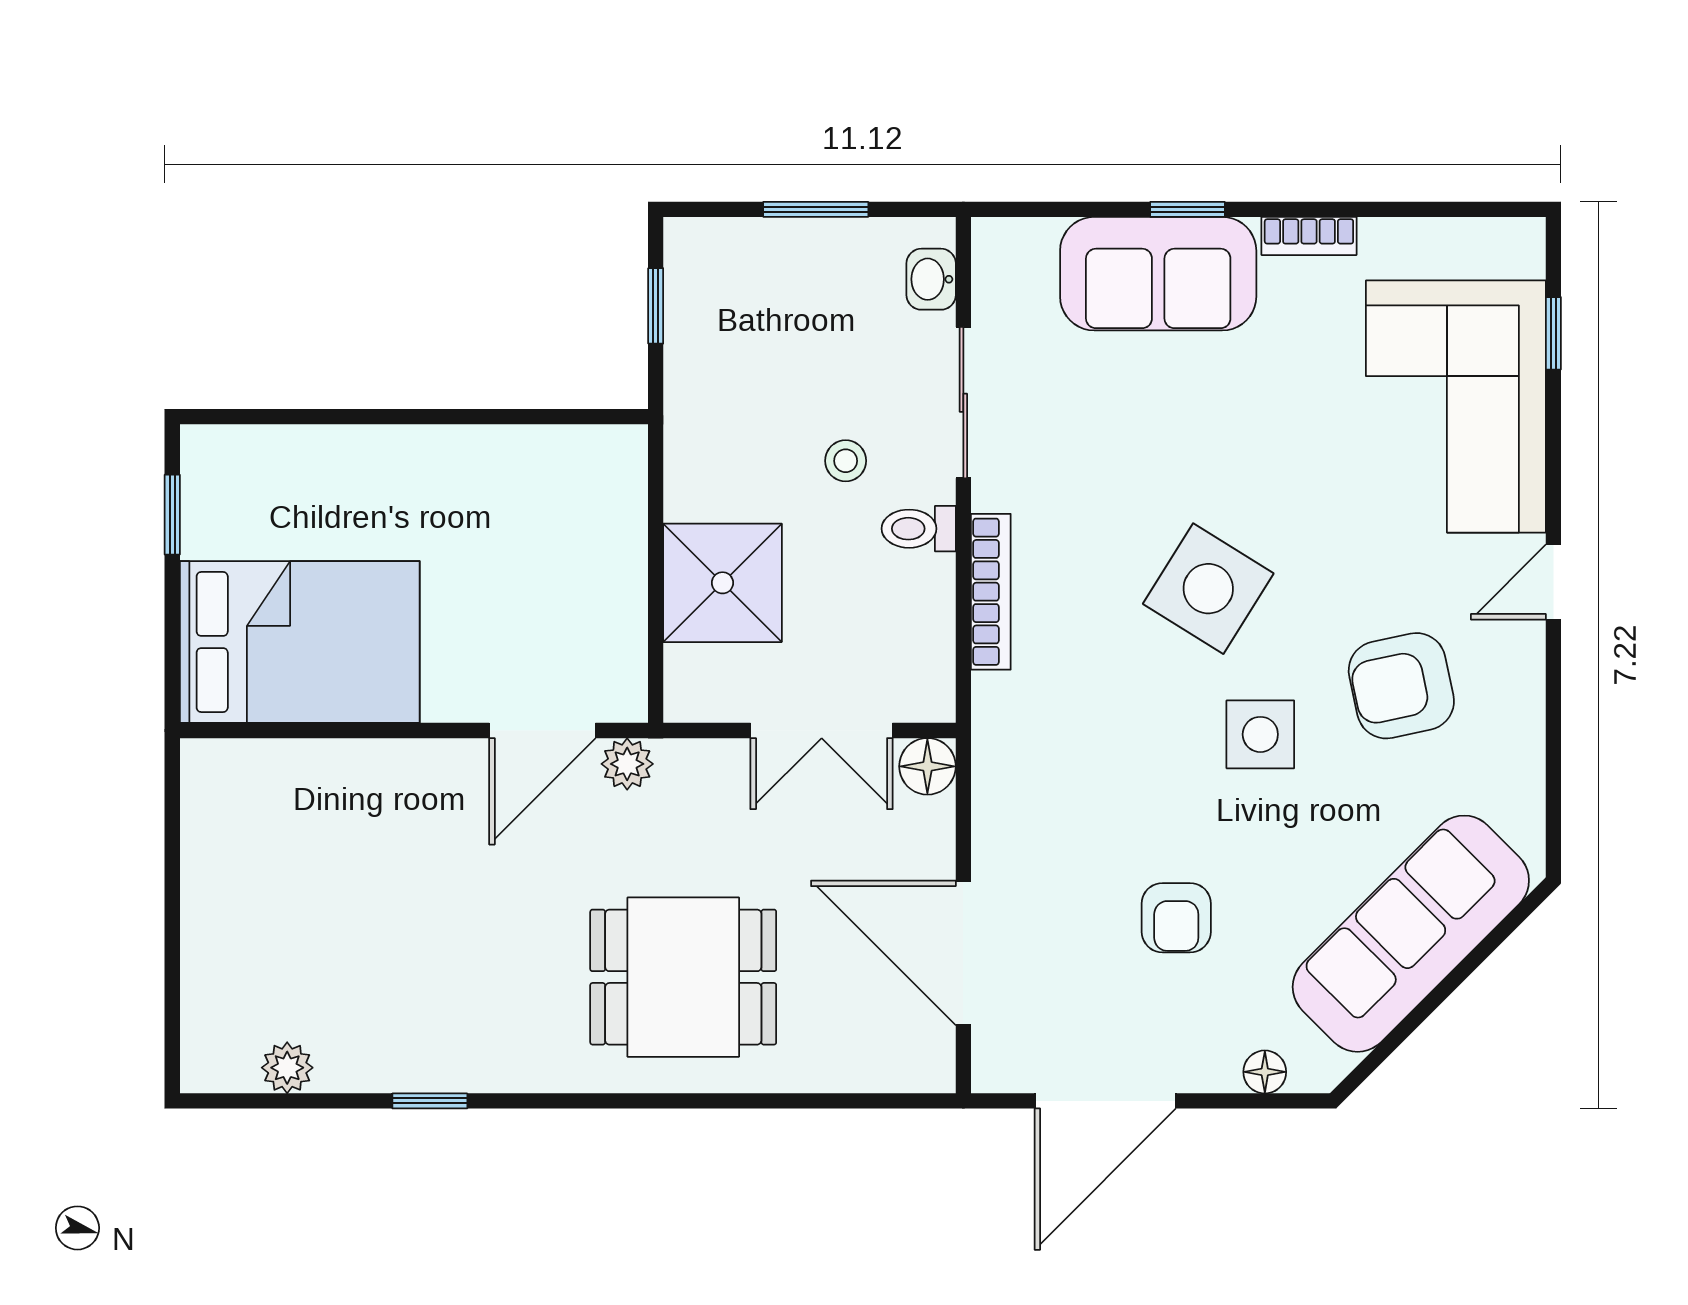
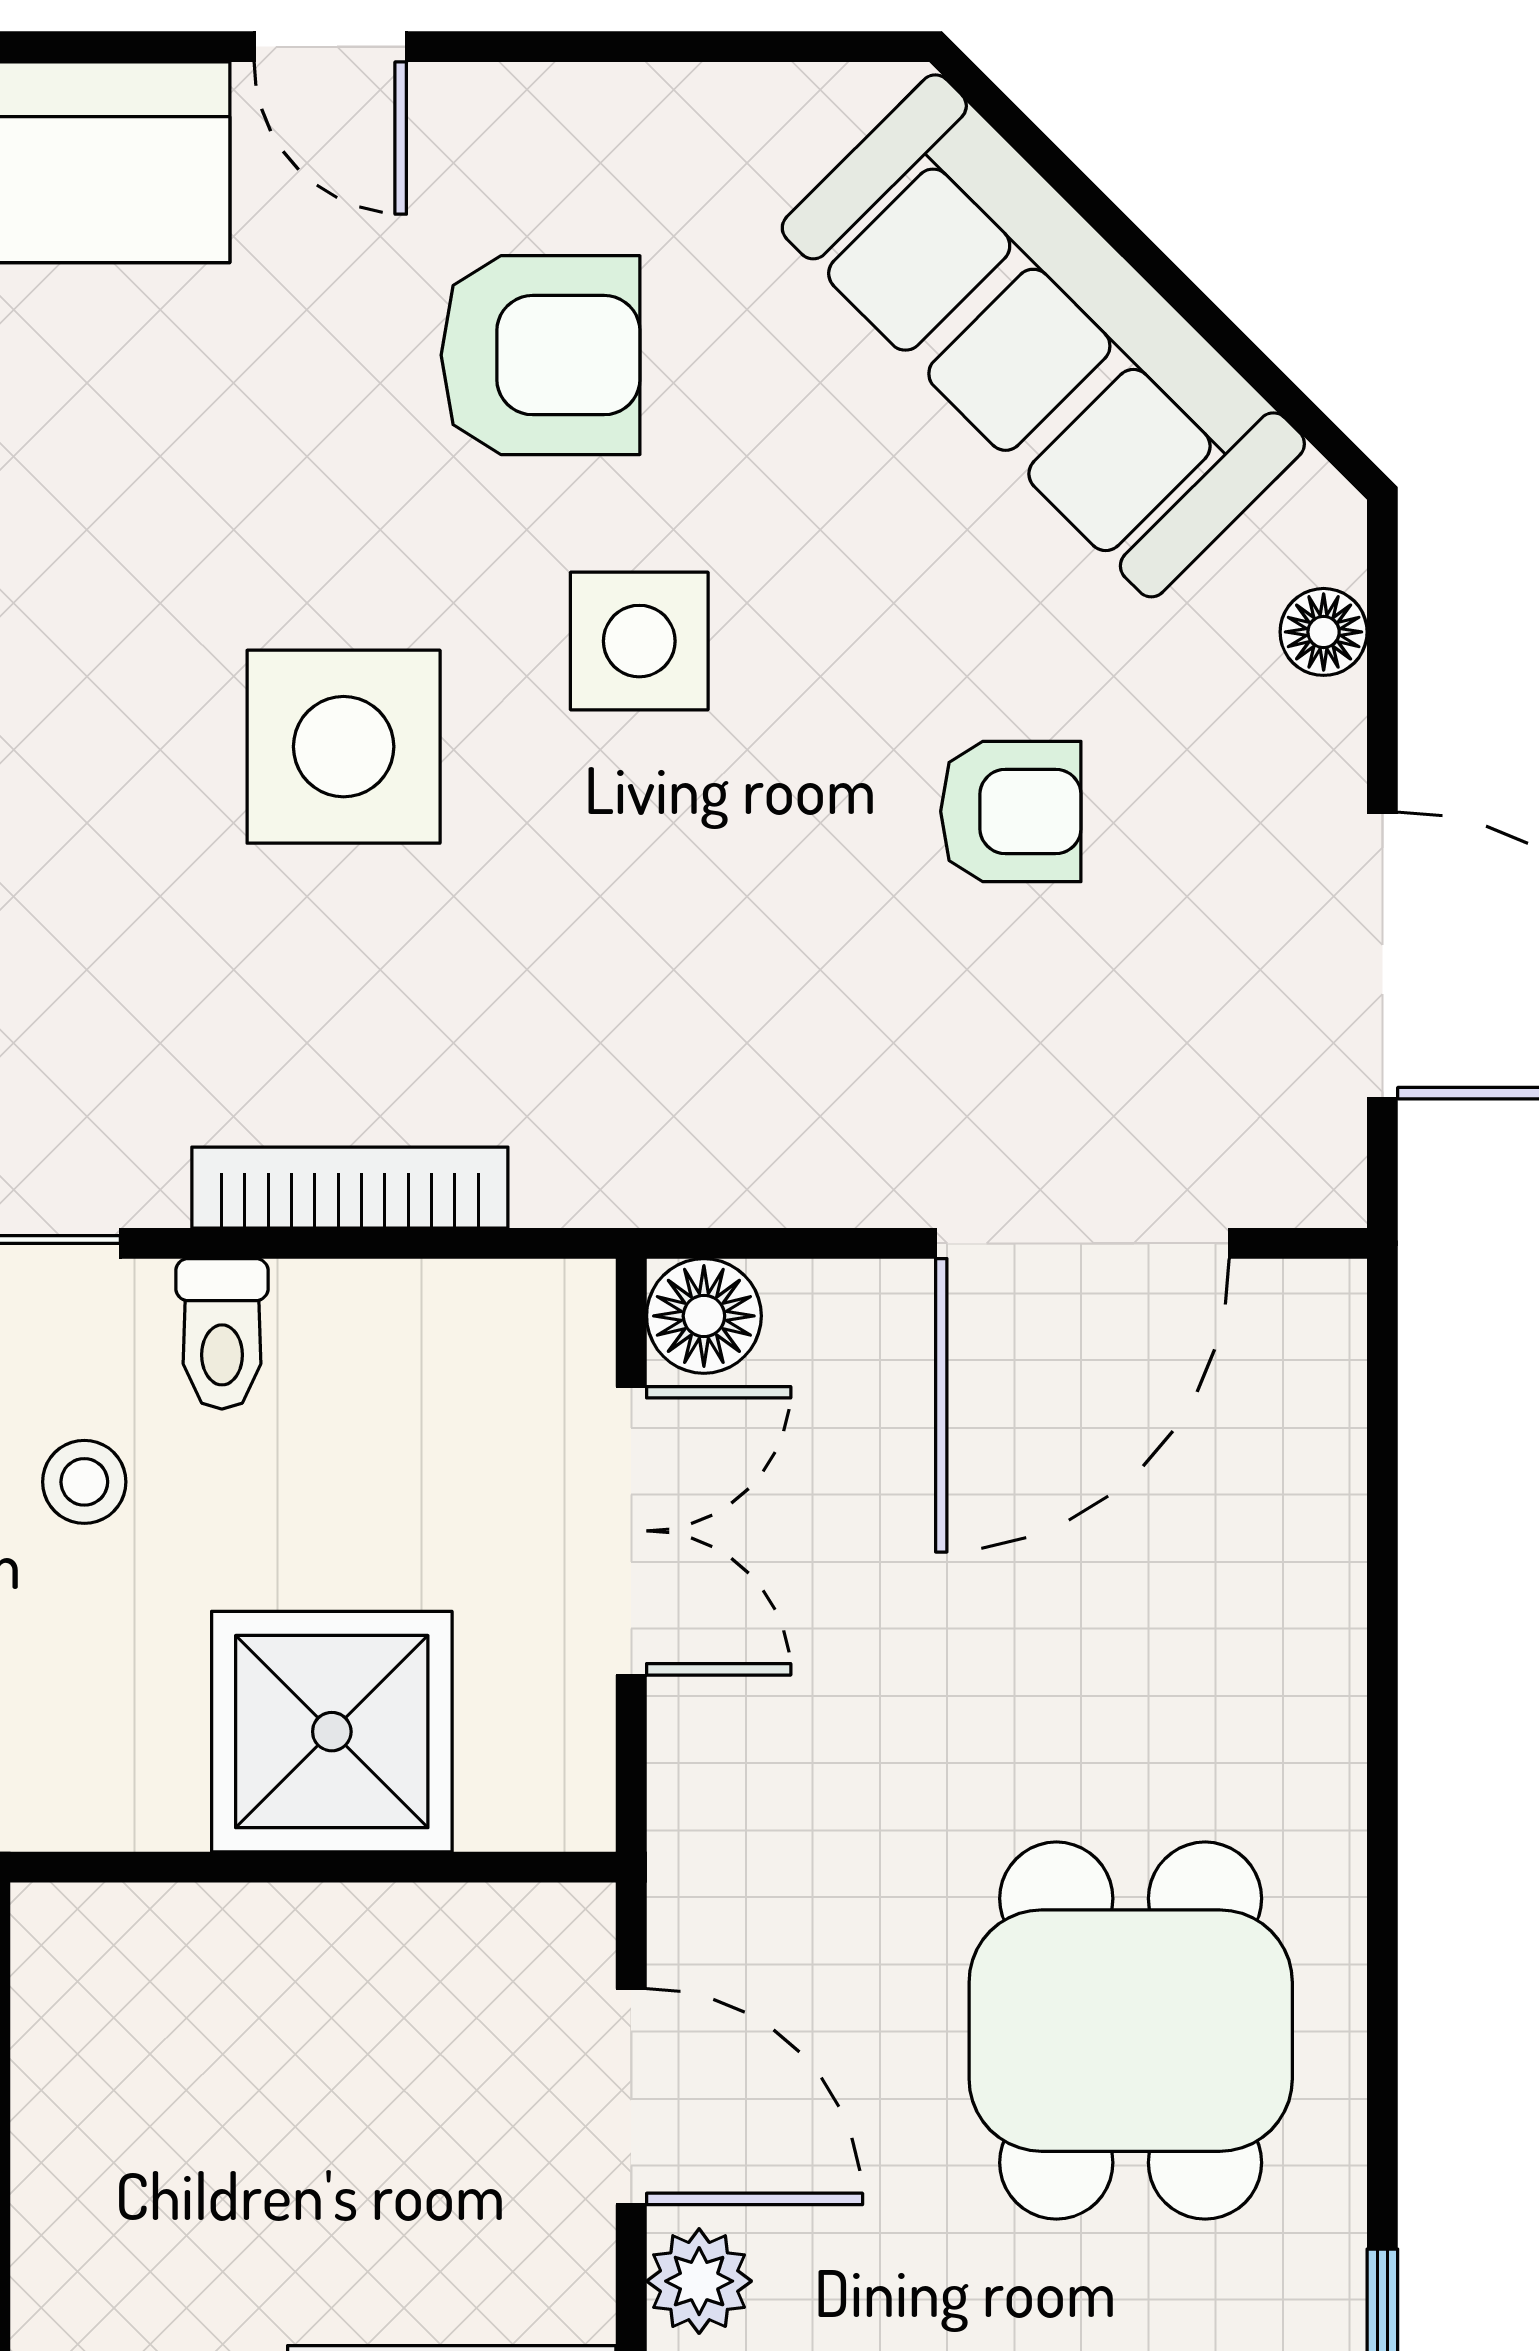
side table: (1208, 589) -> (344, 747), turned -32
armchair: (1401, 686) -> (541, 355), turned -78
plant: (627, 764) -> (699, 2281), moved
dining table: (683, 977) -> (1131, 2031), moved

